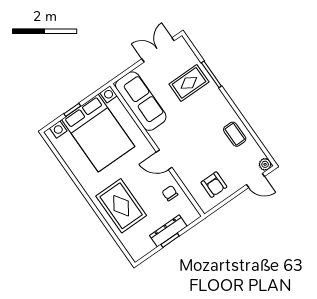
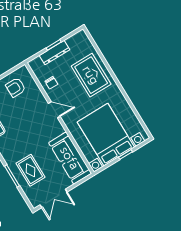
rug: (189, 83) -> (30, 170), turned 90
armchair: (214, 185) -> (16, 87), turned -90

